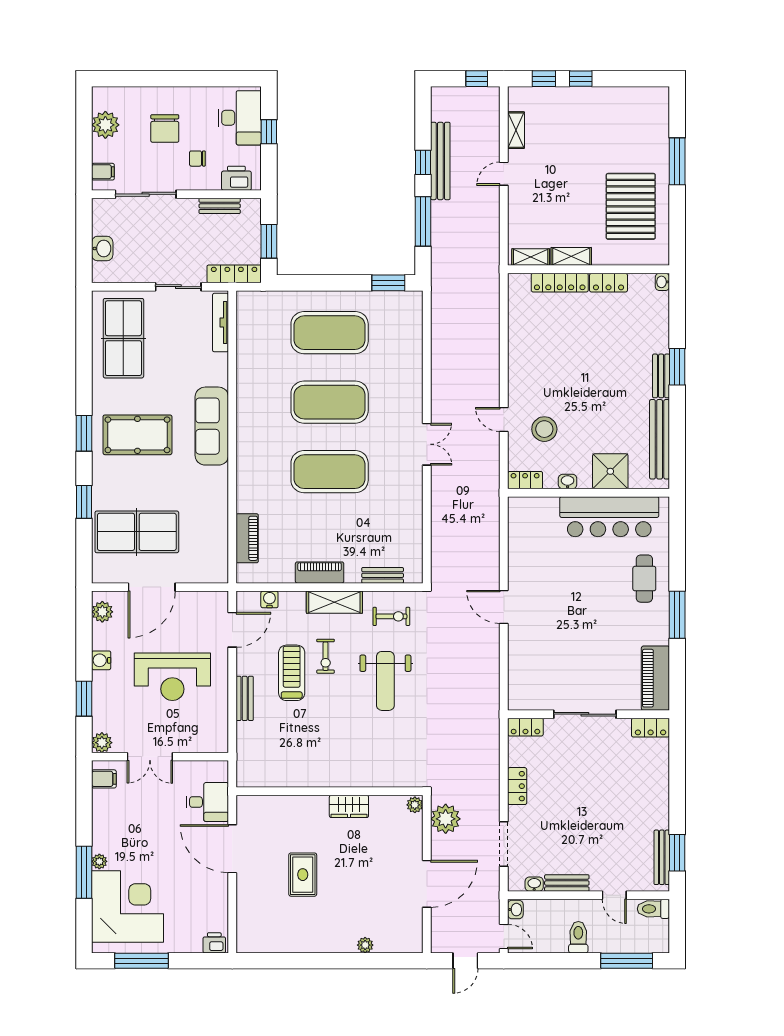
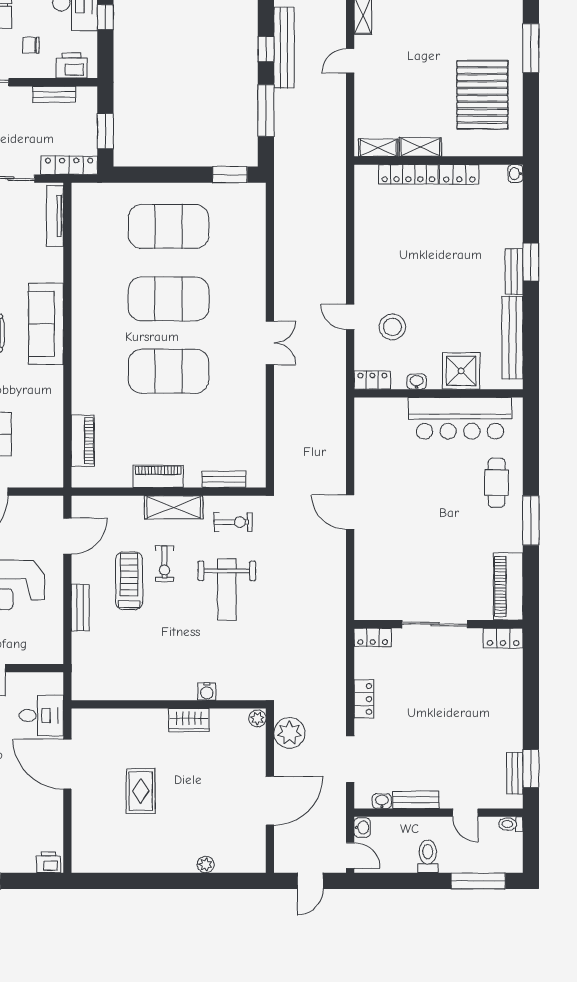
water cooler: (269, 599) -> (207, 691), moved, turned 180
bench: (662, 857) -> (515, 773), width x0.73
toilet: (653, 909) -> (511, 824), width x0.73, depth x0.72

